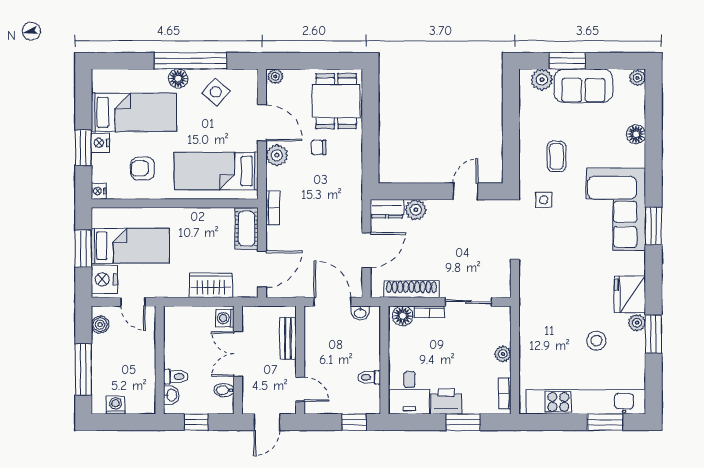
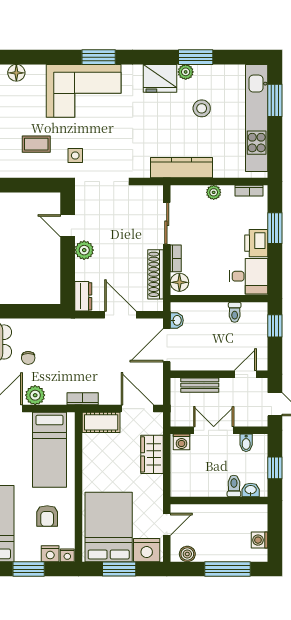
nightstand: (100, 143) -> (50, 554), moved
plant: (416, 210) -> (84, 250), moved
bed: (130, 246) -> (109, 527), width x1.50
kitchen counter: (530, 318) -> (182, 168), added
double door: (238, 354) -> (214, 430), swing flipped

